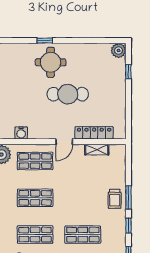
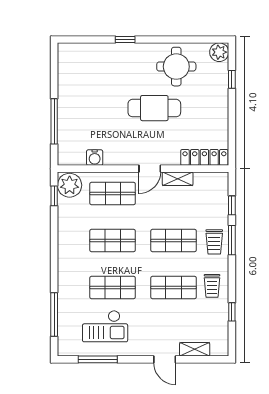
round table: (51, 62) -> (176, 67), moved
locker: (94, 133) -> (204, 157), moved
shelving: (97, 150) -> (178, 179), moved
shop shelf: (83, 198) -> (174, 240), added
window: (128, 226) -> (232, 205), moved
trolley: (113, 233) -> (212, 286), added

